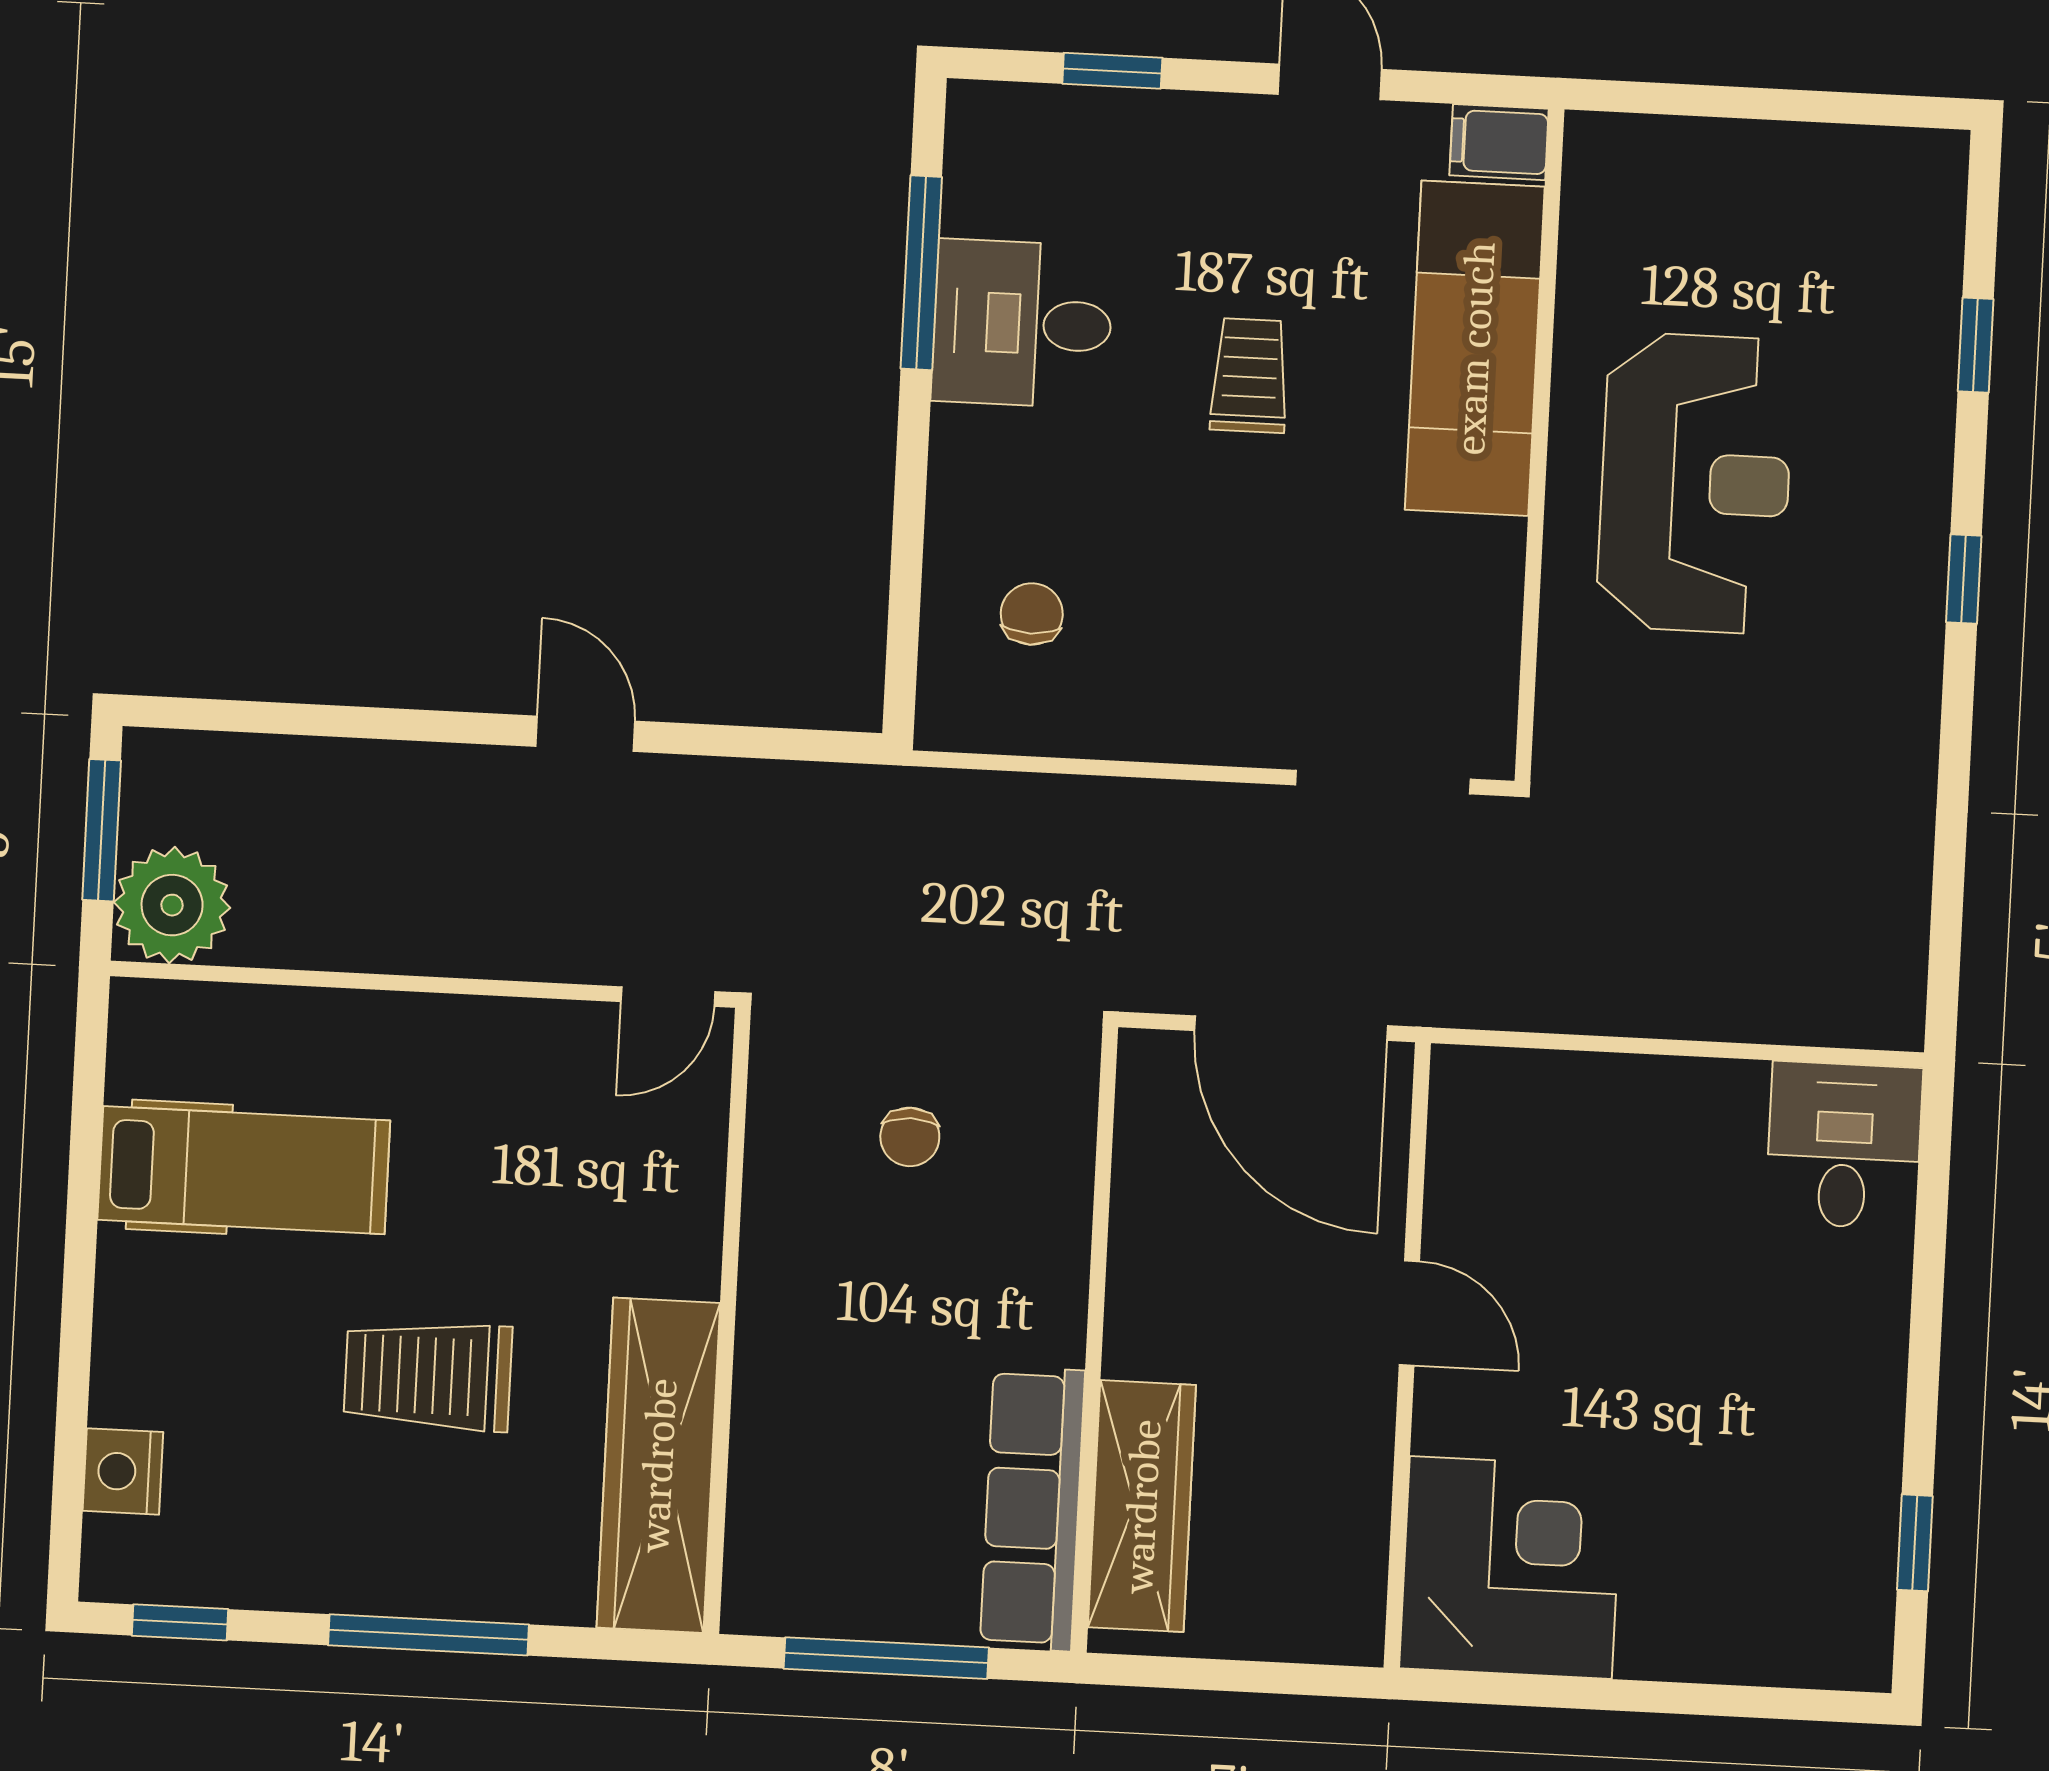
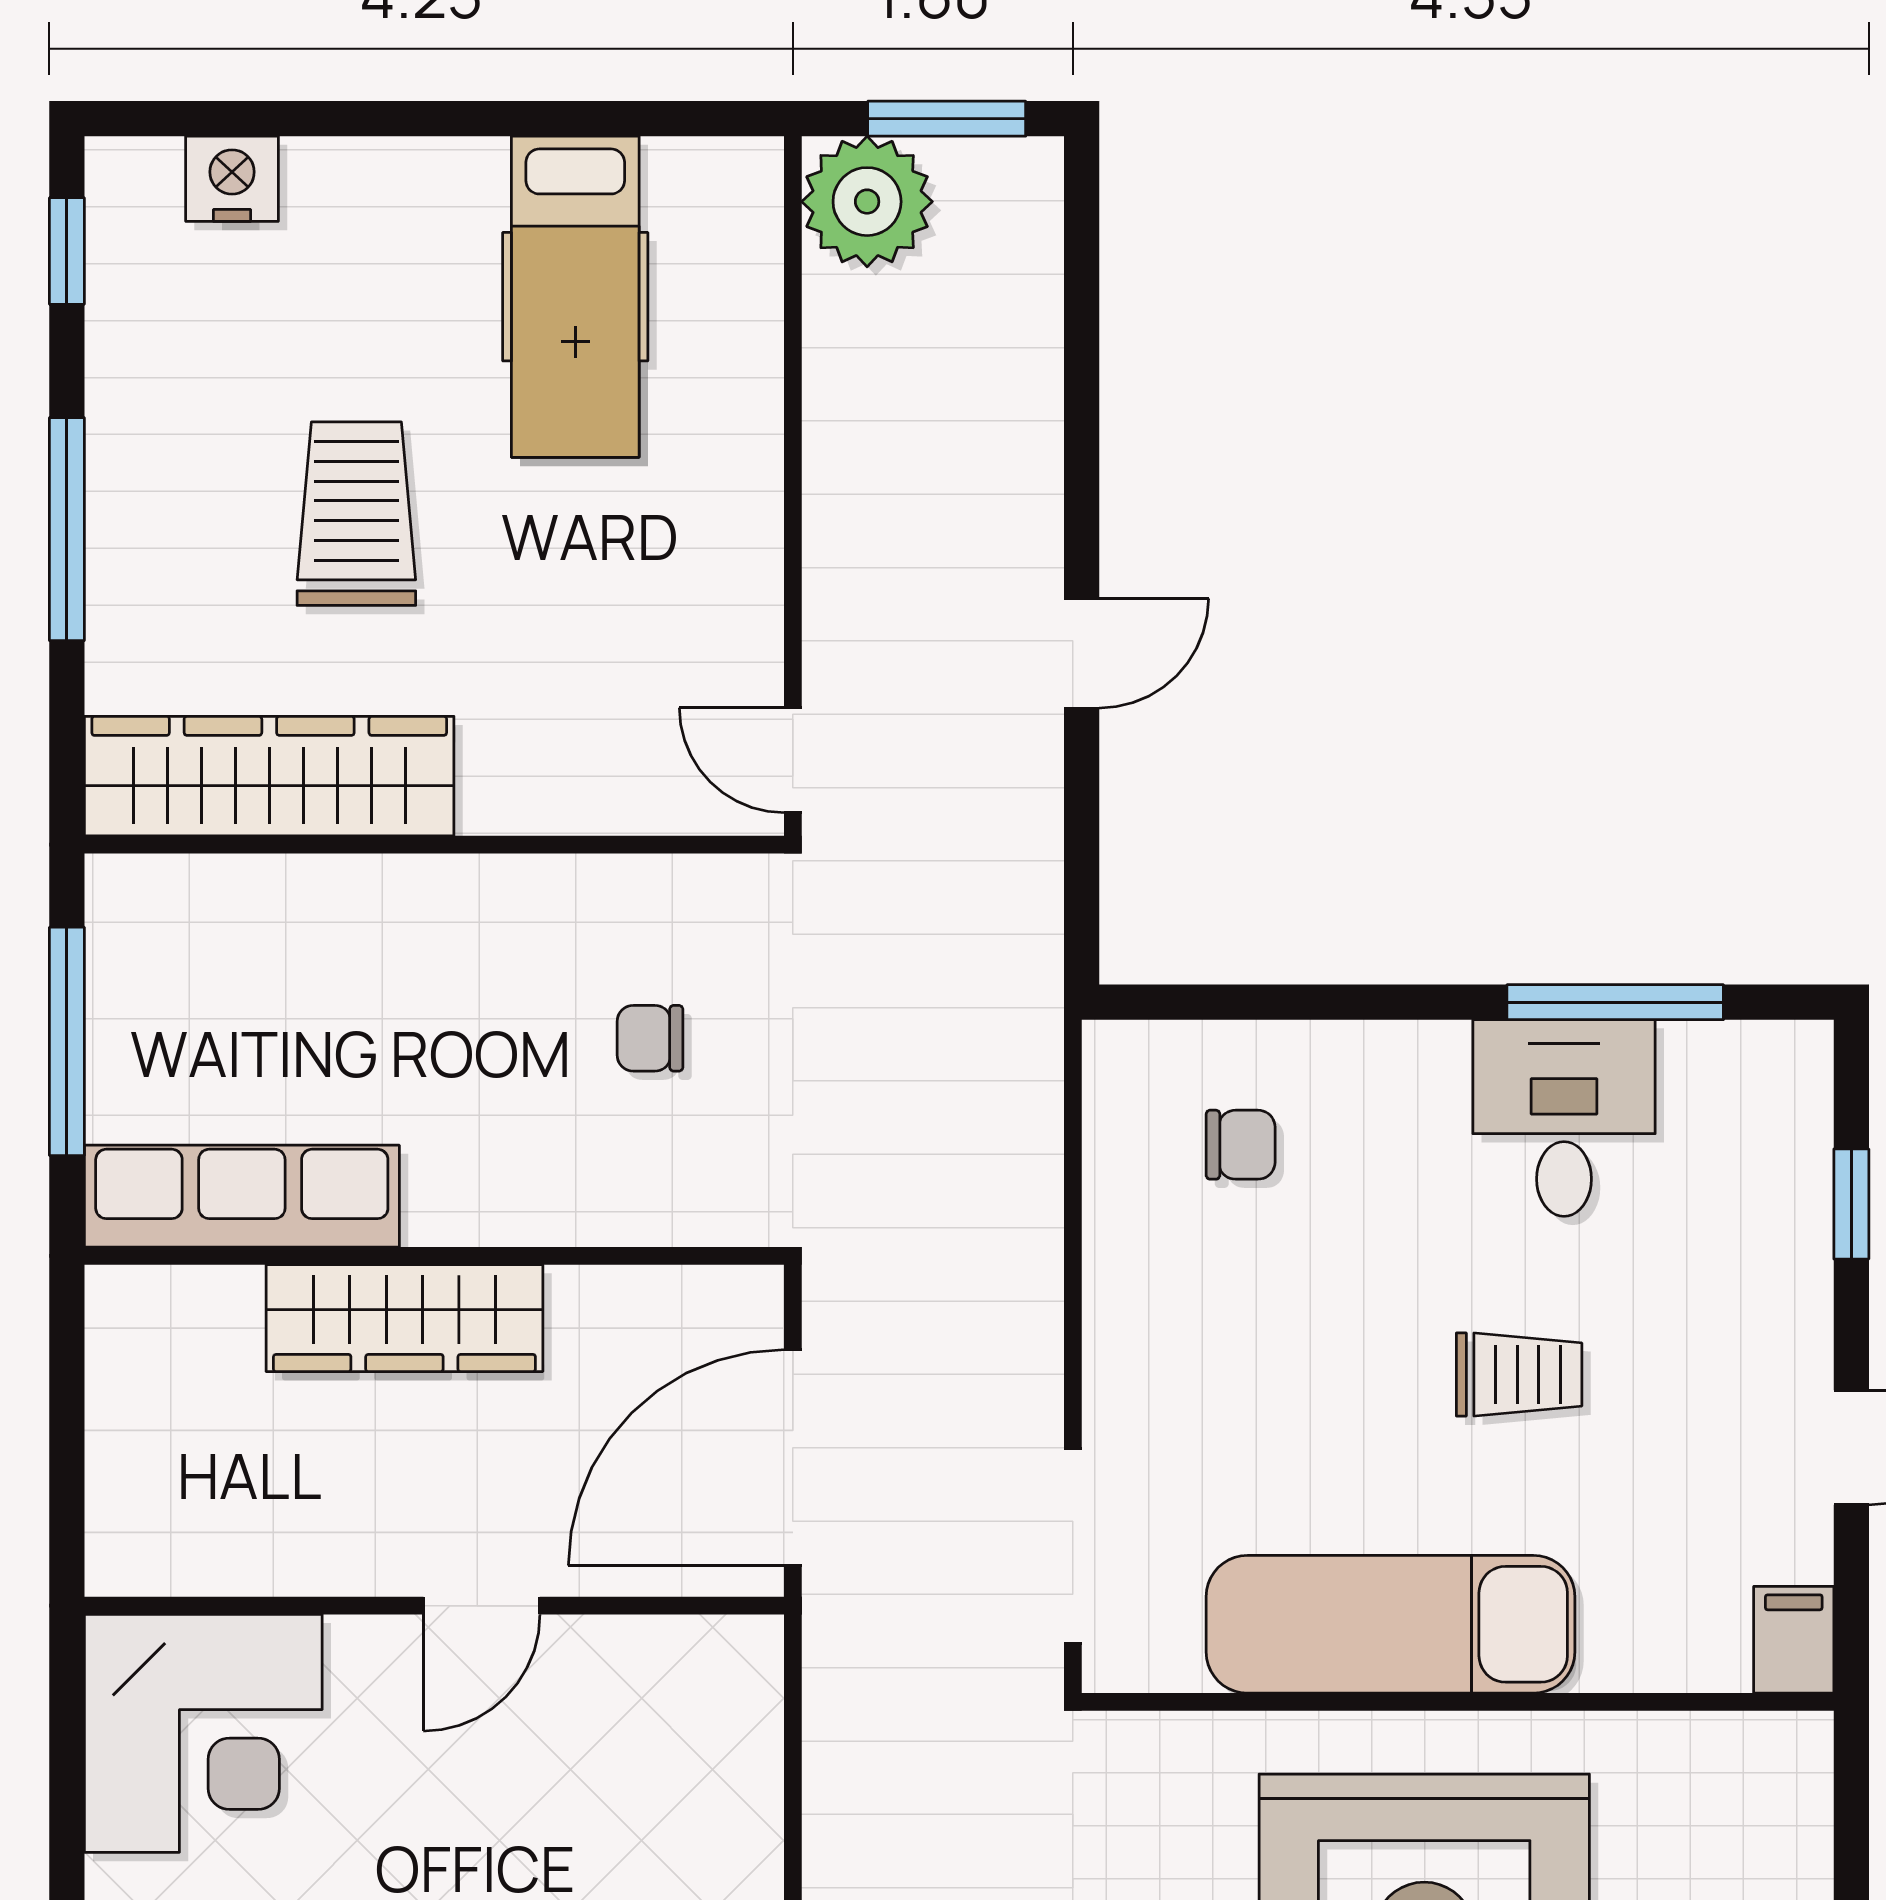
exam couch: (1475, 348) -> (1390, 1624), moved
wardrobe: (1142, 1506) -> (404, 1318), moved

